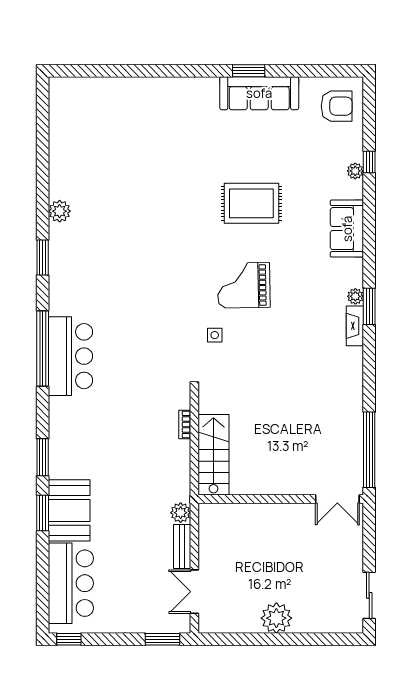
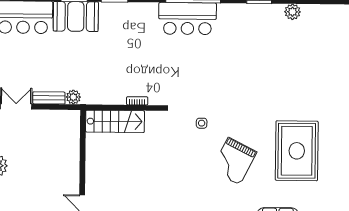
rug: (251, 203) -> (297, 151), width x1.37, depth x1.44
grand piano: (244, 285) -> (234, 161), moved, turned -152

